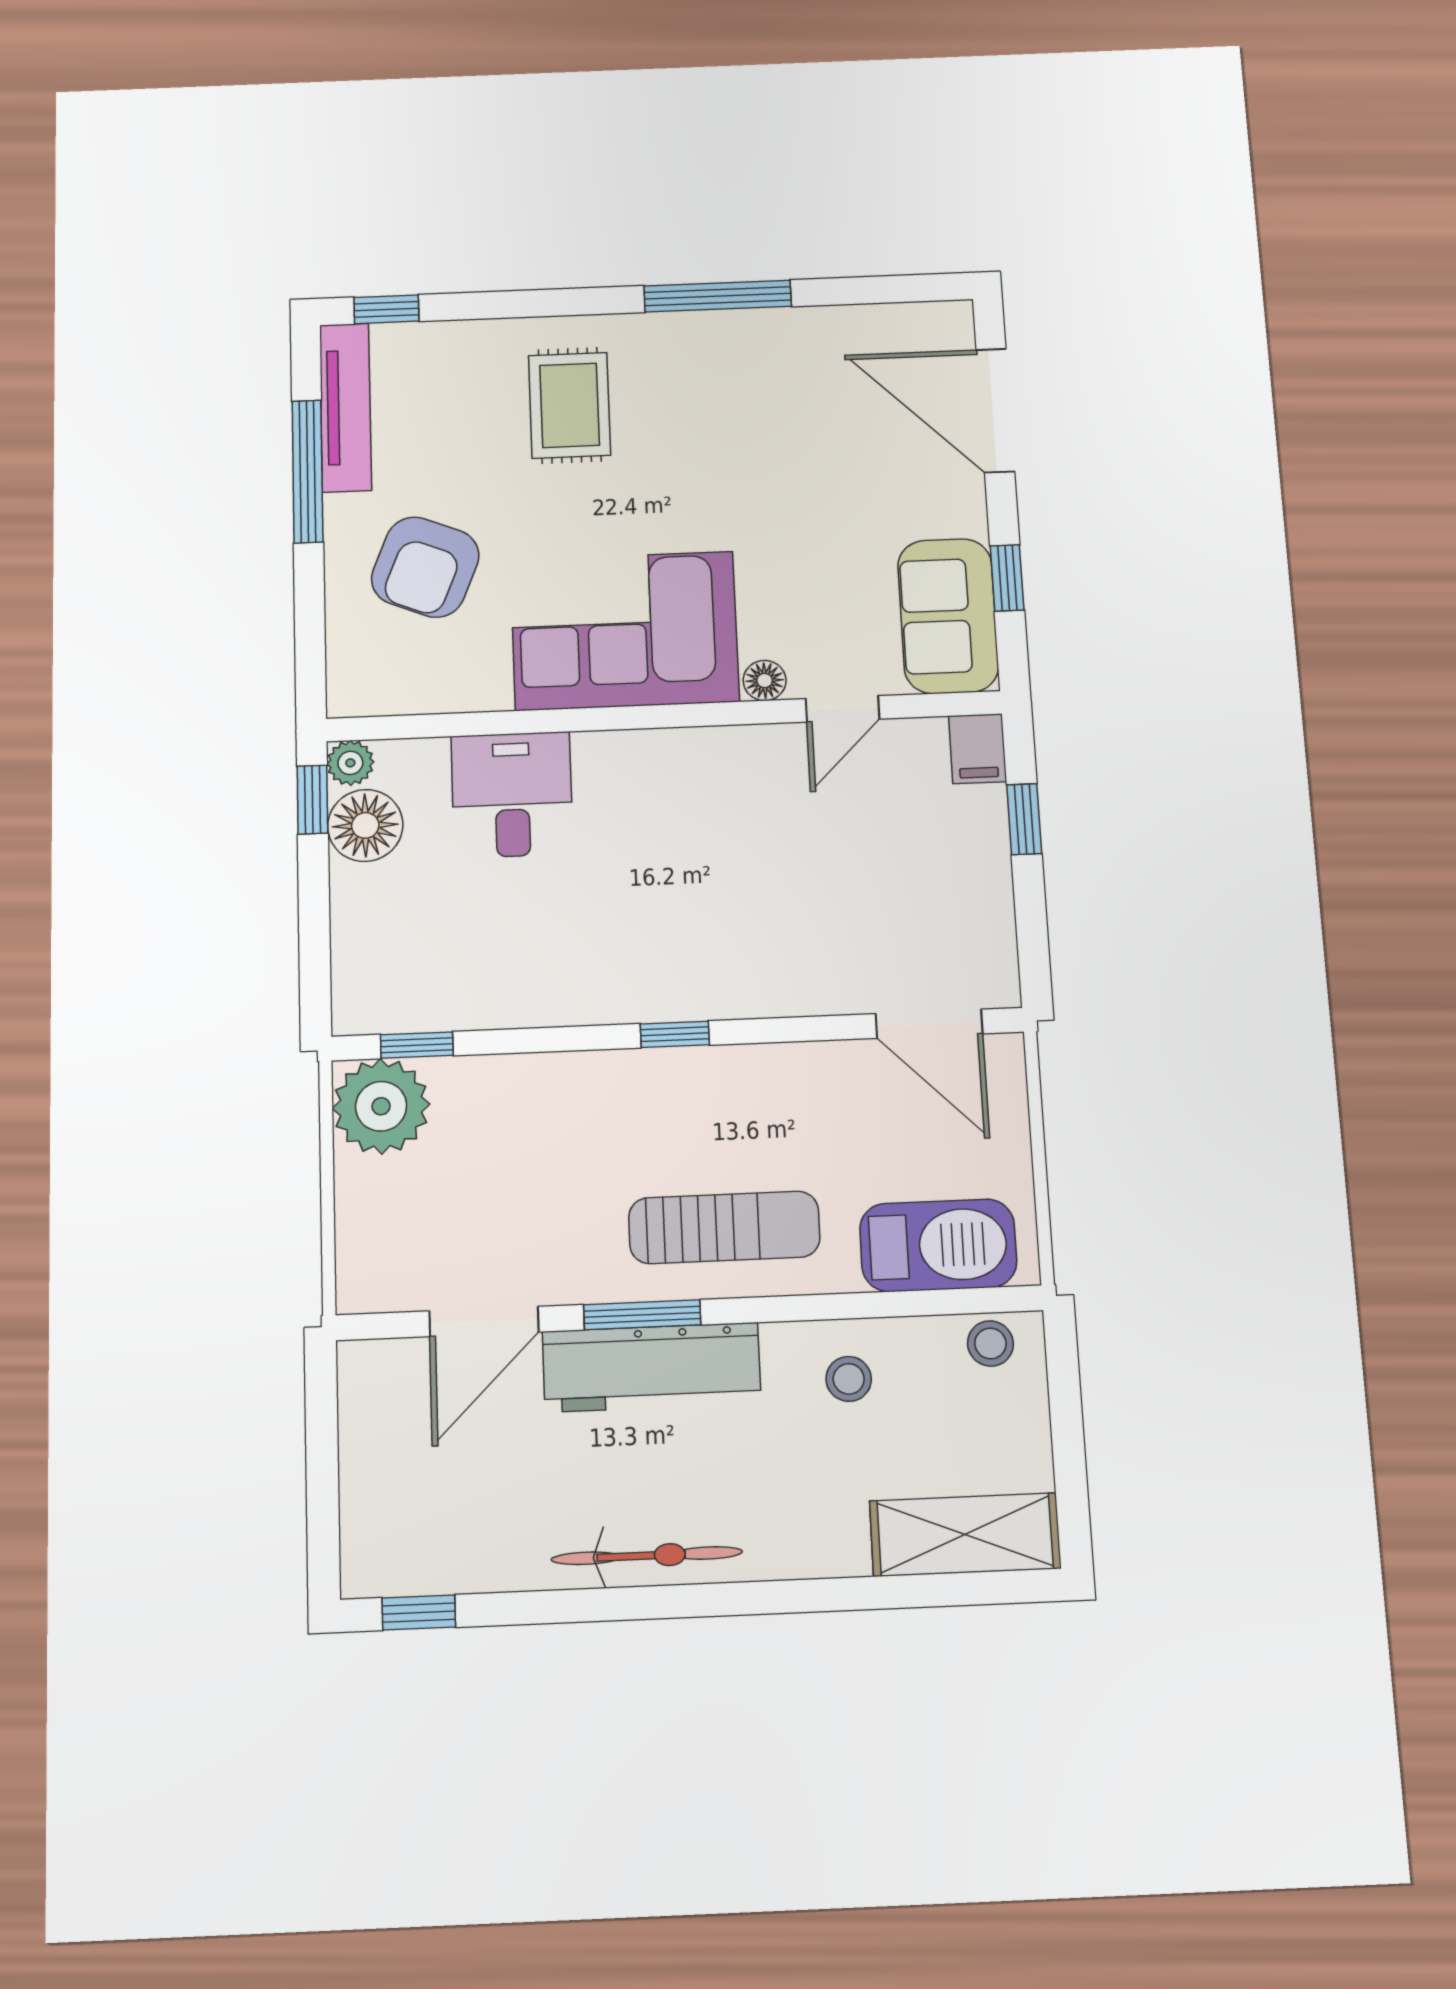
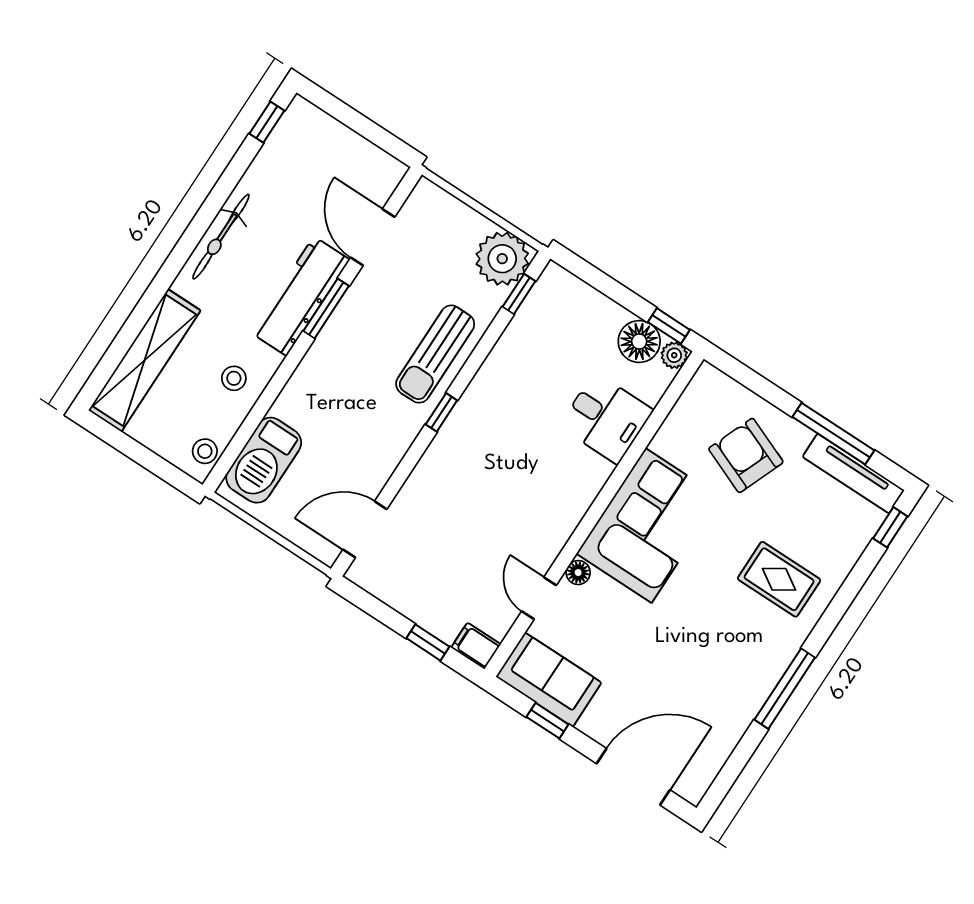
sun lounger: (724, 1227) -> (435, 354), moved
shelving: (965, 1535) -> (145, 360), width x1.47

